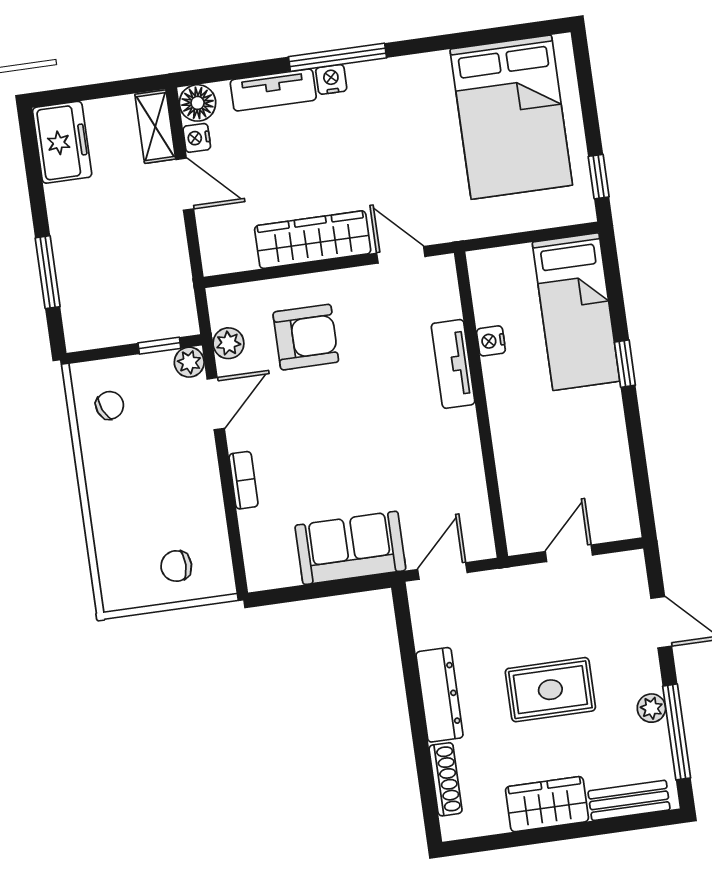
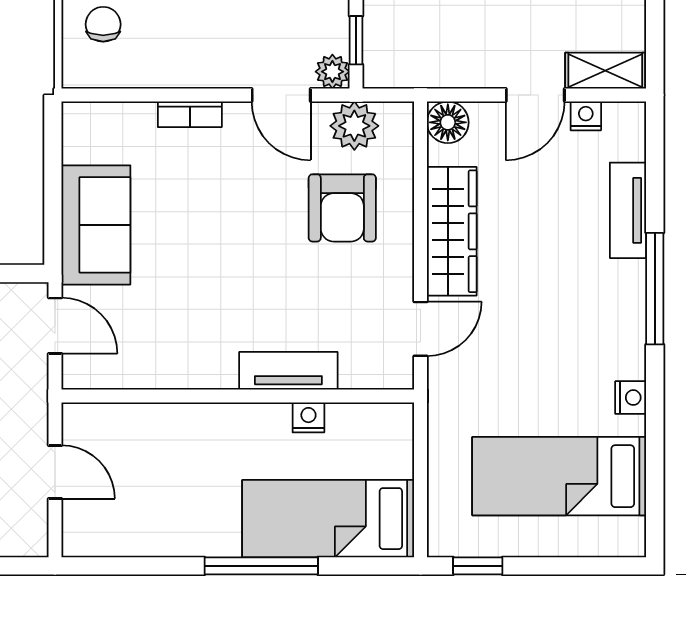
nightstand: (331, 79) -> (631, 398), moved
floor lamp: (198, 103) -> (448, 122), moved
bed: (511, 117) -> (559, 476), width x0.67
plant: (228, 343) -> (354, 126), width x1.38, depth x1.38
window: (625, 364) -> (261, 566), width x2.17

